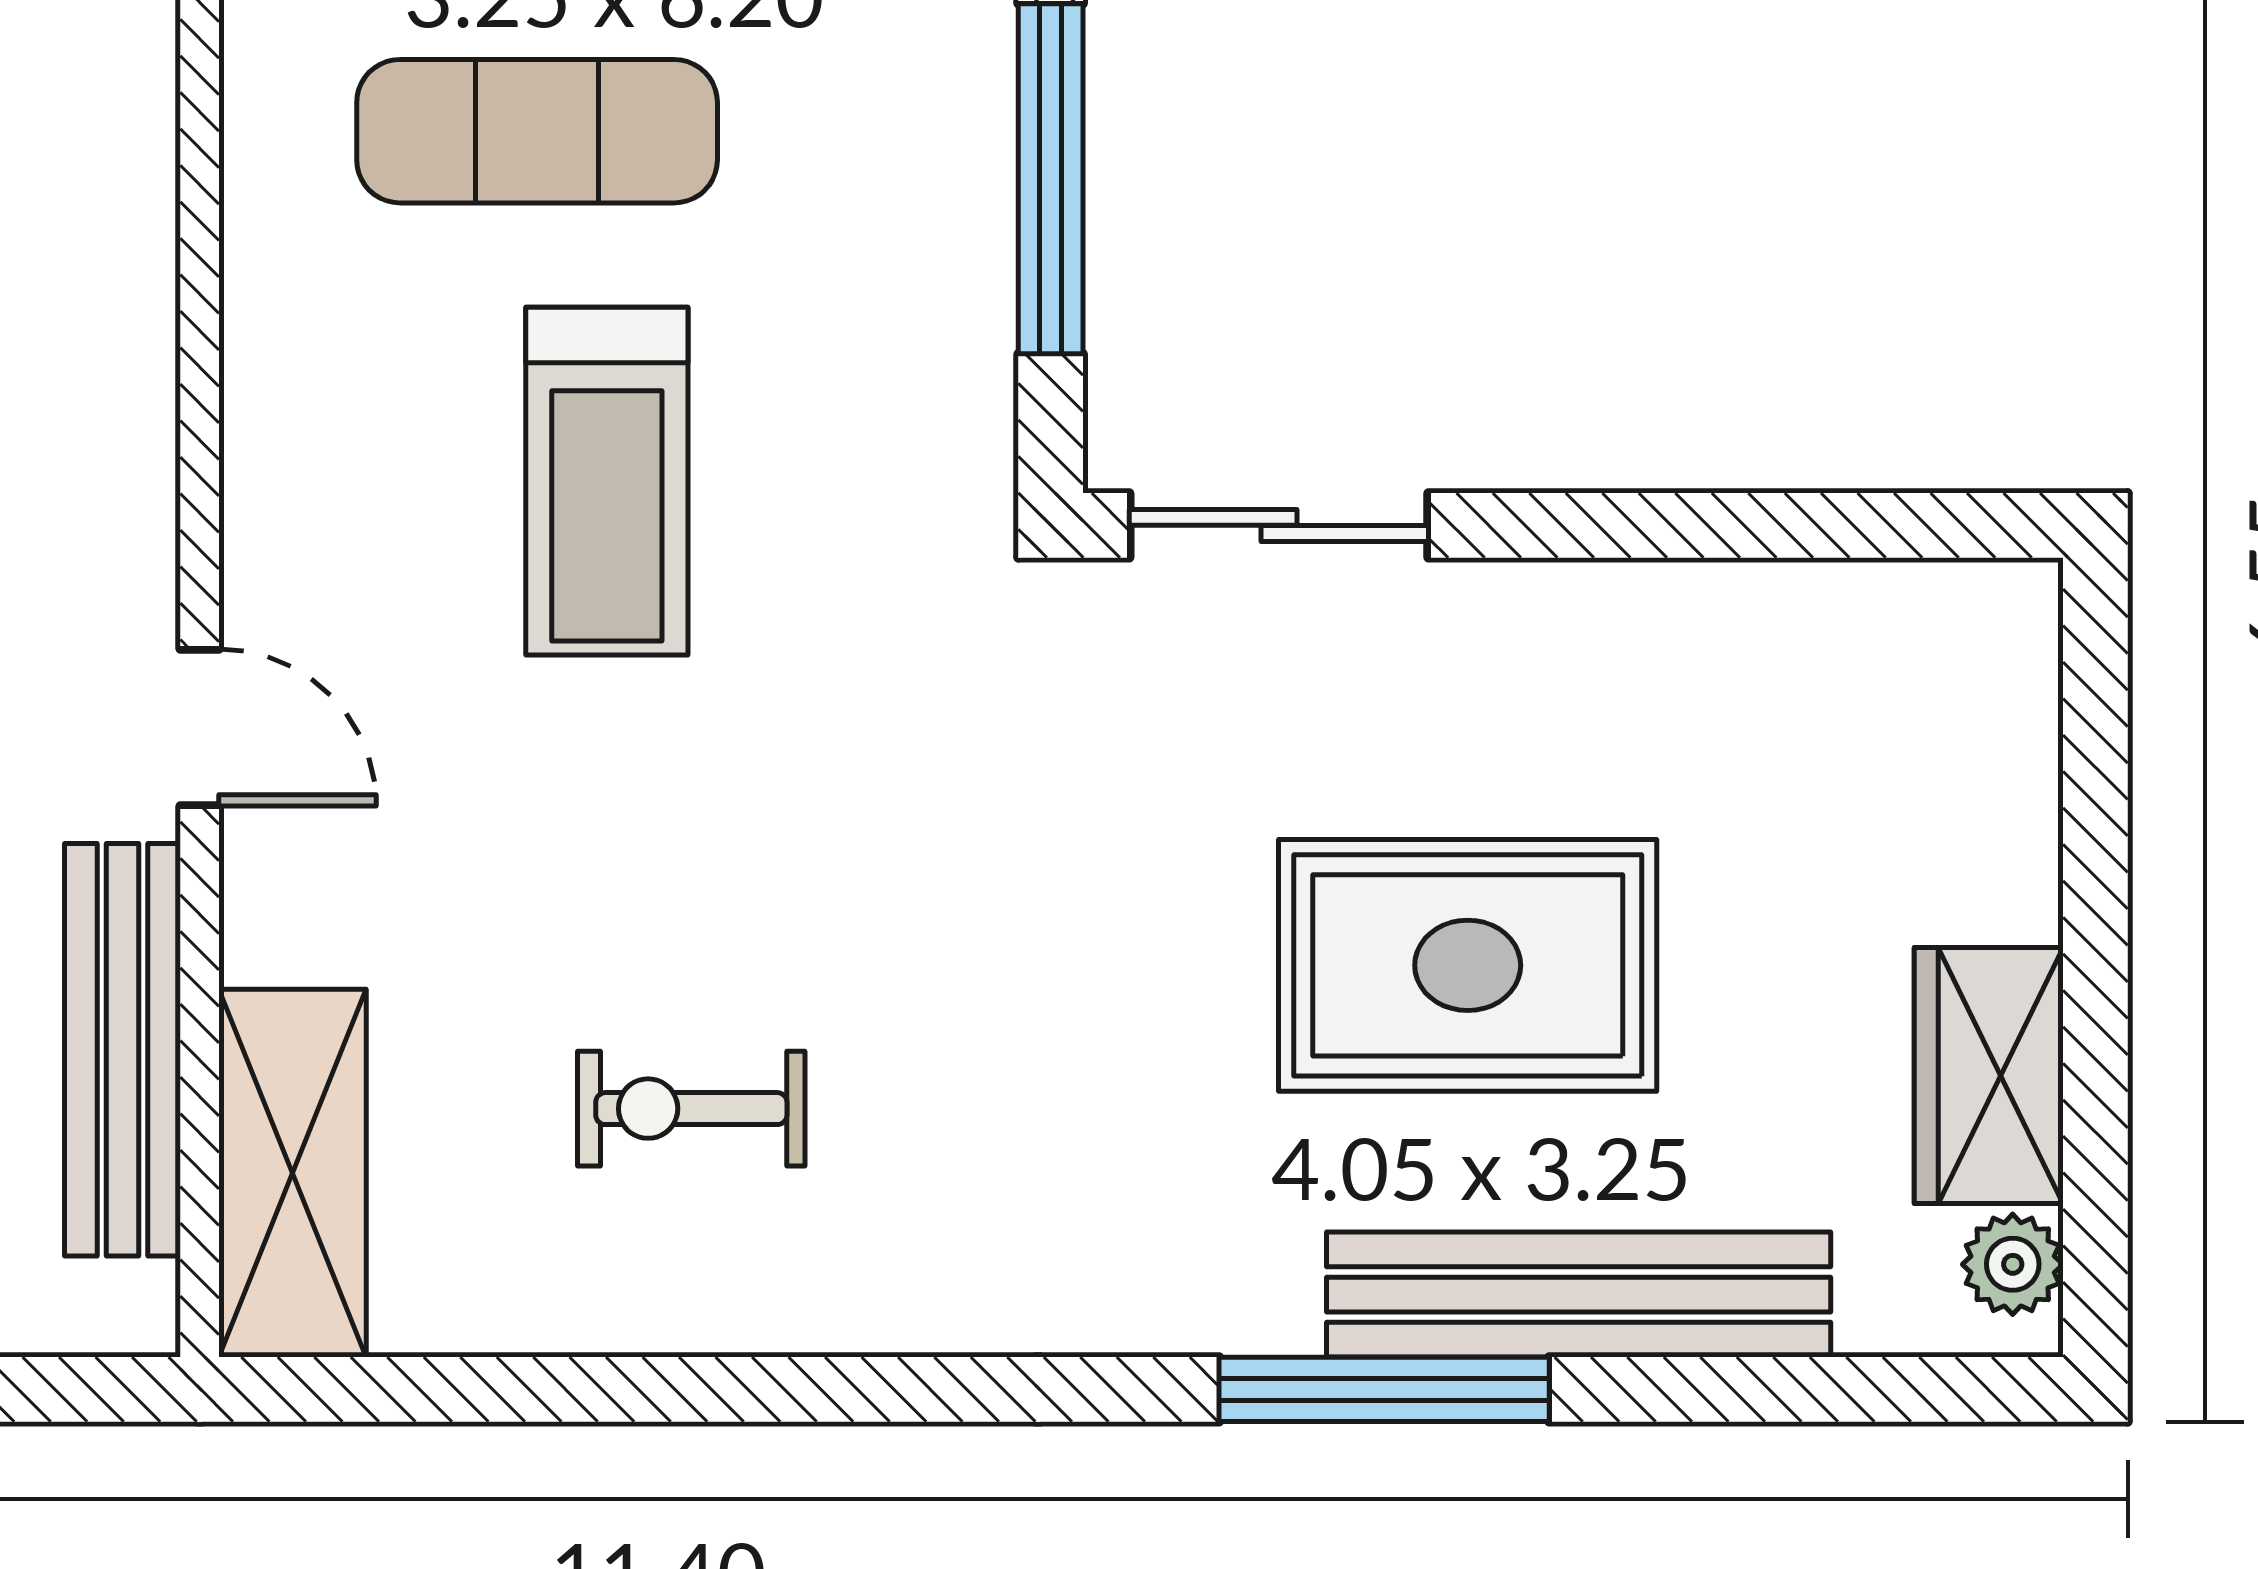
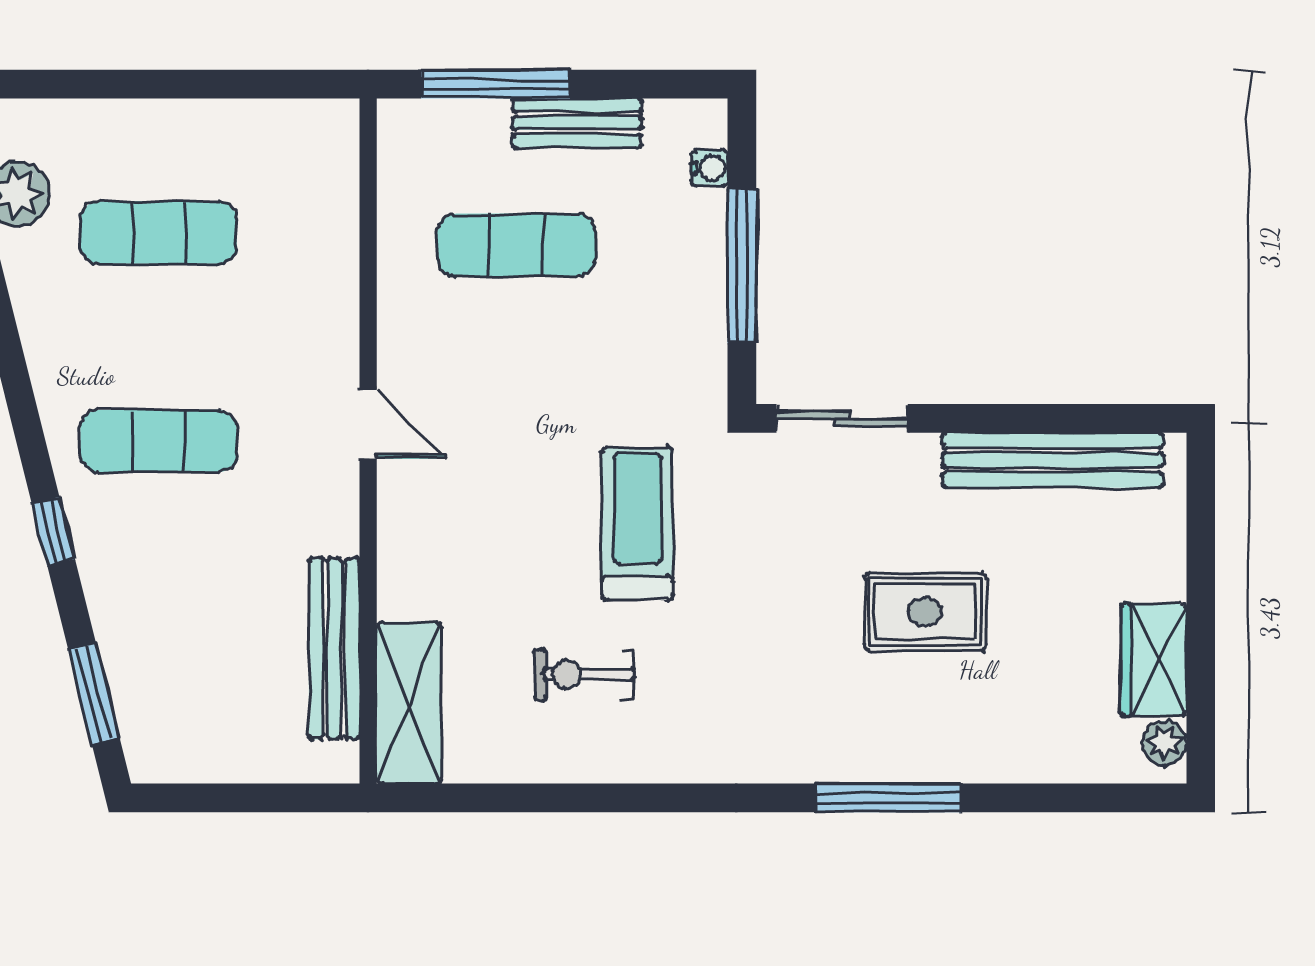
treadmill: (607, 481) -> (637, 523), moved, turned 180
door: (200, 728) -> (368, 424), moved
rug: (1468, 965) -> (925, 612), width x0.73, depth x0.70
bench: (1579, 1295) -> (1053, 460), moved

